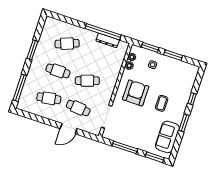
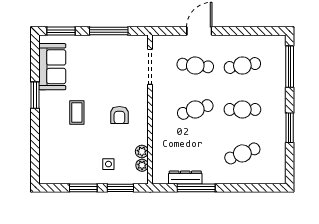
window: (103, 32) -> (196, 188), width x0.68
armchair: (136, 93) -> (119, 115), width x0.53, depth x0.53
window: (192, 99) -> (35, 134), removed

